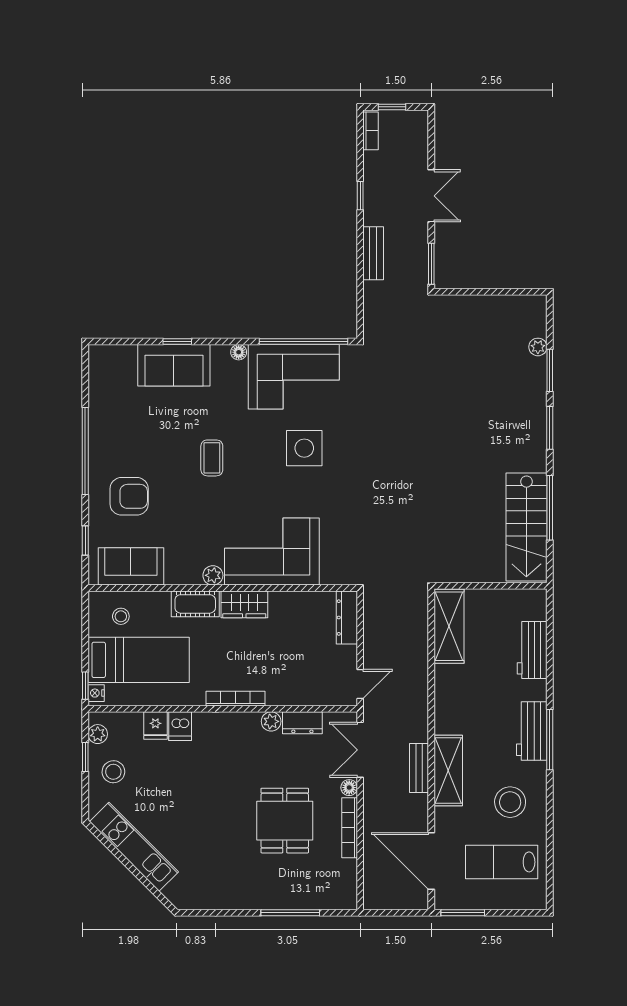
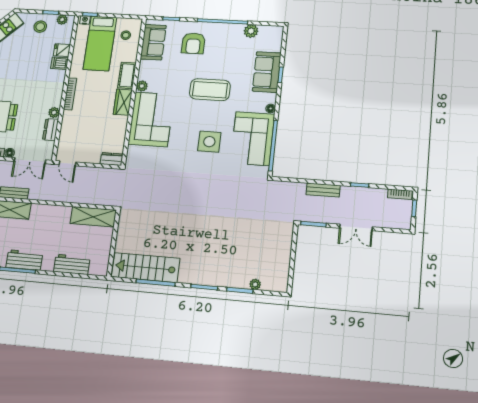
plant: (101, 400) -> (251, 31), added
coffee table: (212, 458) -> (210, 90), width x1.86, depth x1.72
dresser: (347, 618) -> (112, 159), width x0.70
double door: (360, 750) -> (30, 161), swing flipped

